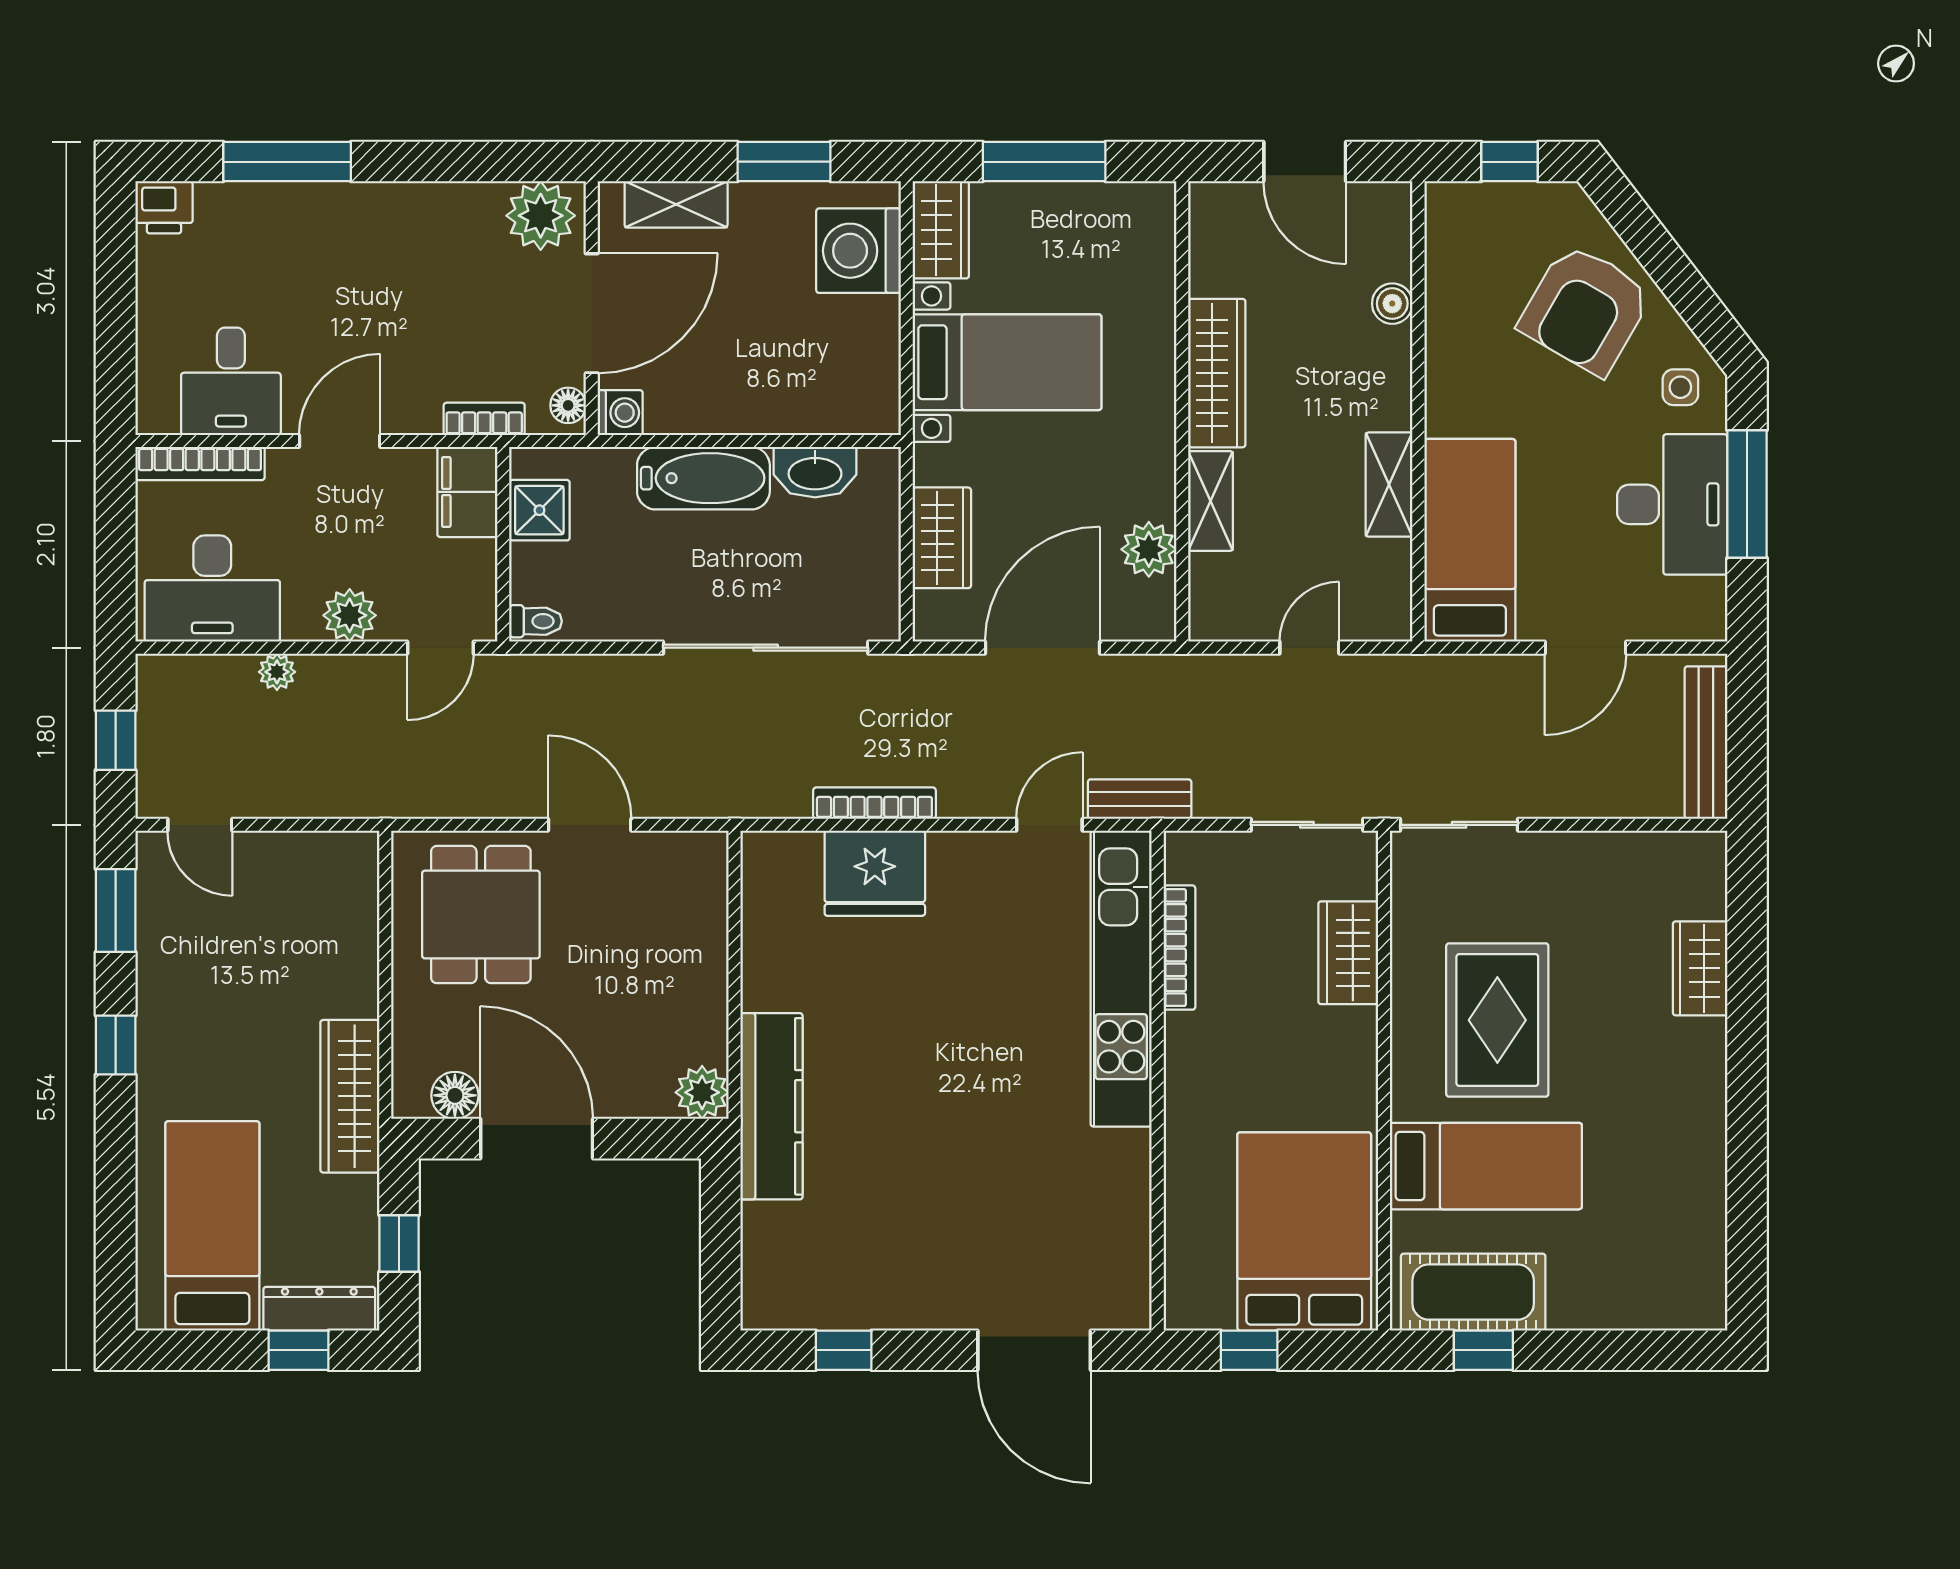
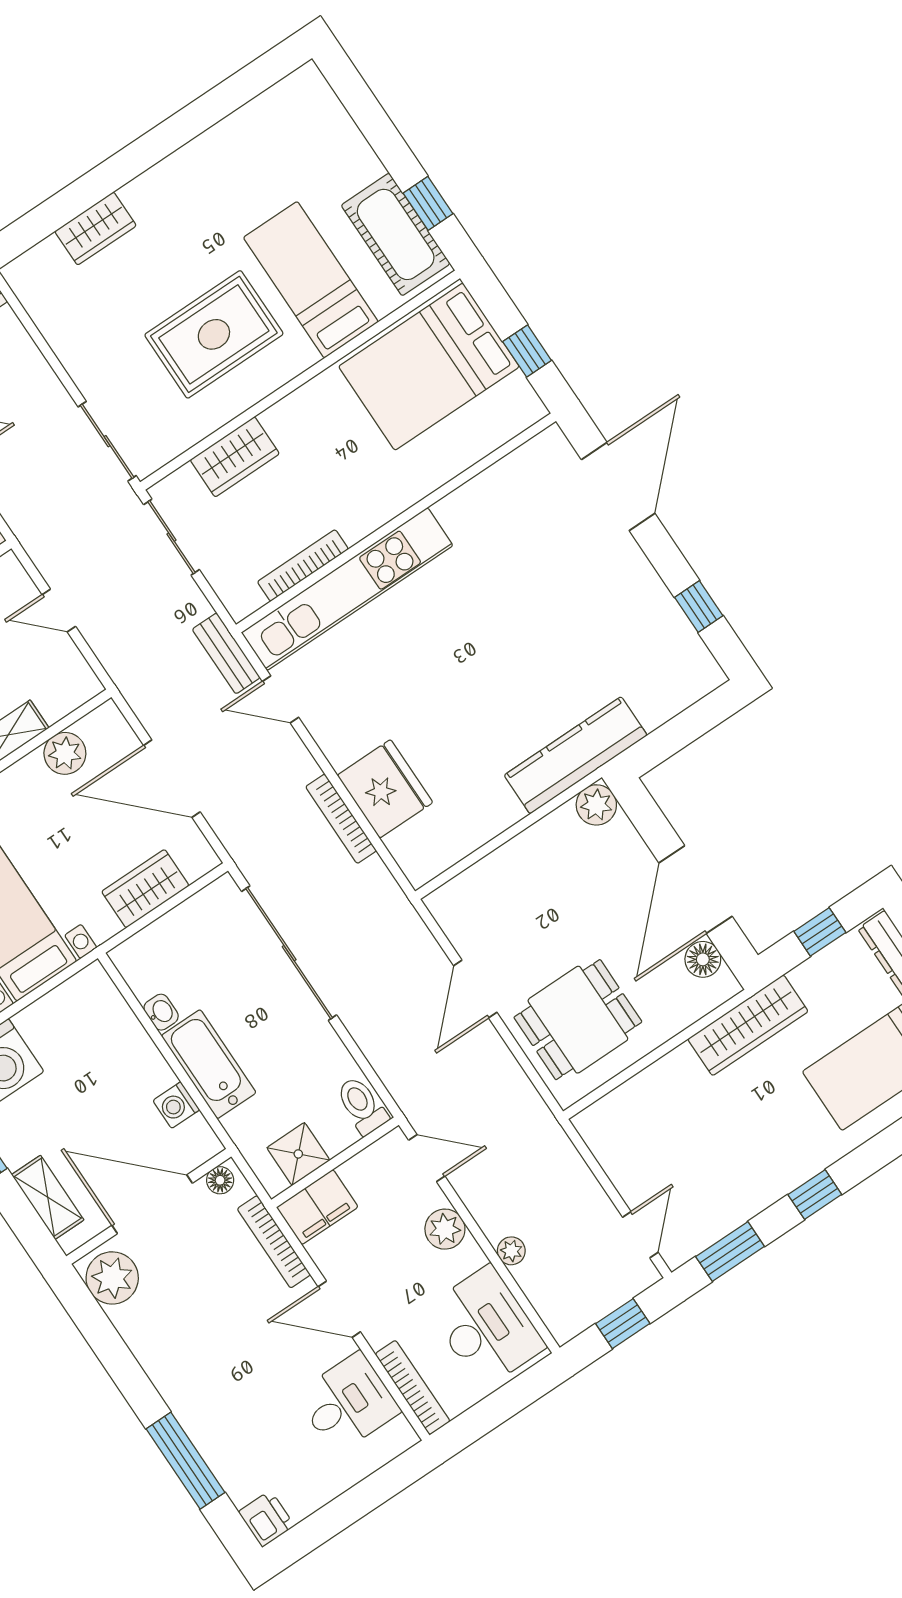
washing machine: (620, 413) -> (176, 1105), moved, turned -90
bookcase: (484, 419) -> (274, 1242), width x1.56
washbasin: (815, 472) -> (161, 1012), width x0.52, depth x0.69
toilet: (536, 621) -> (362, 1105), width x1.37, depth x1.39

